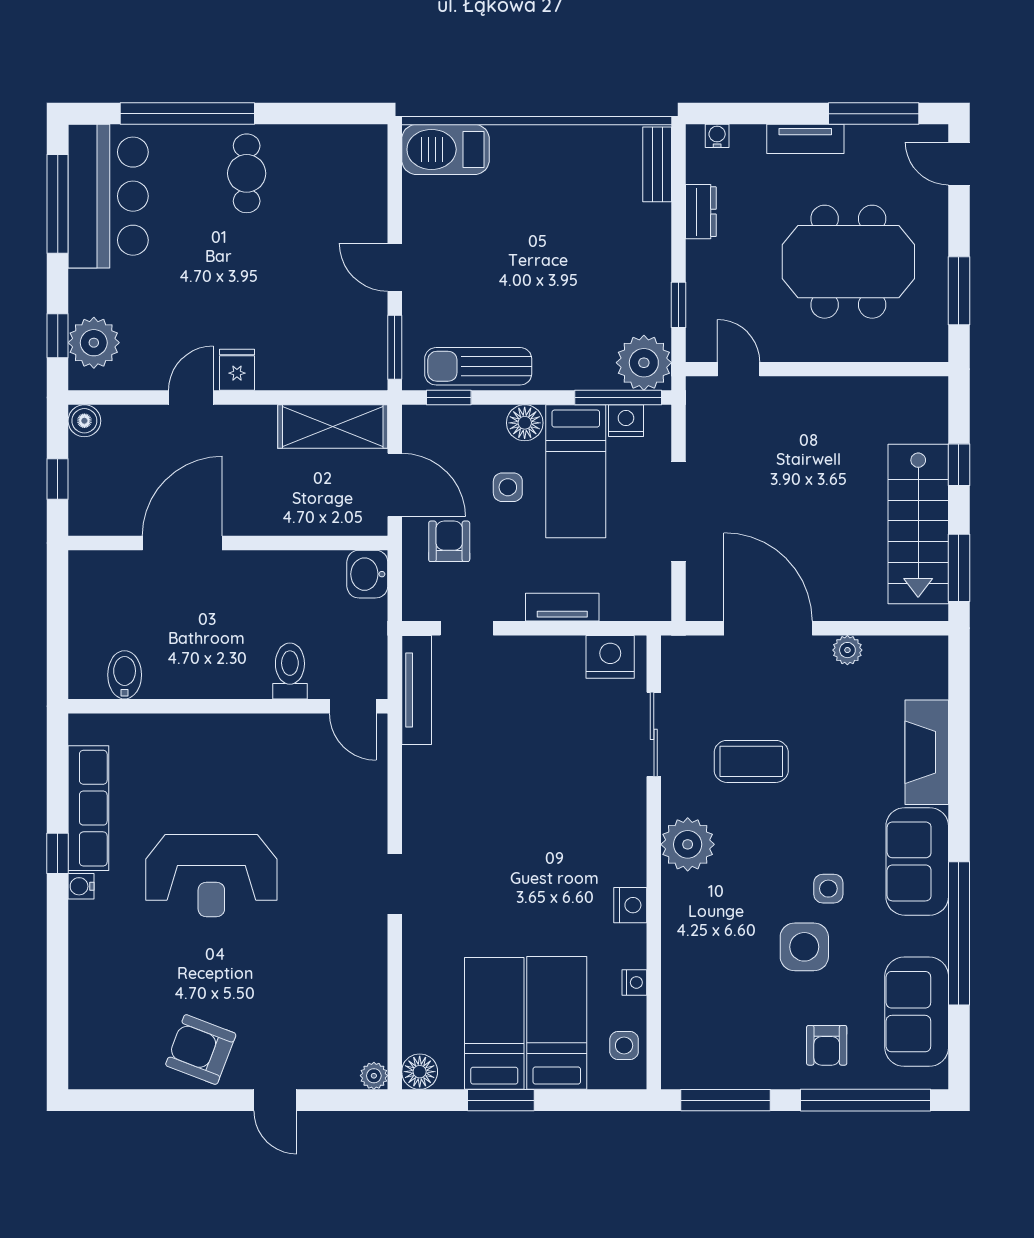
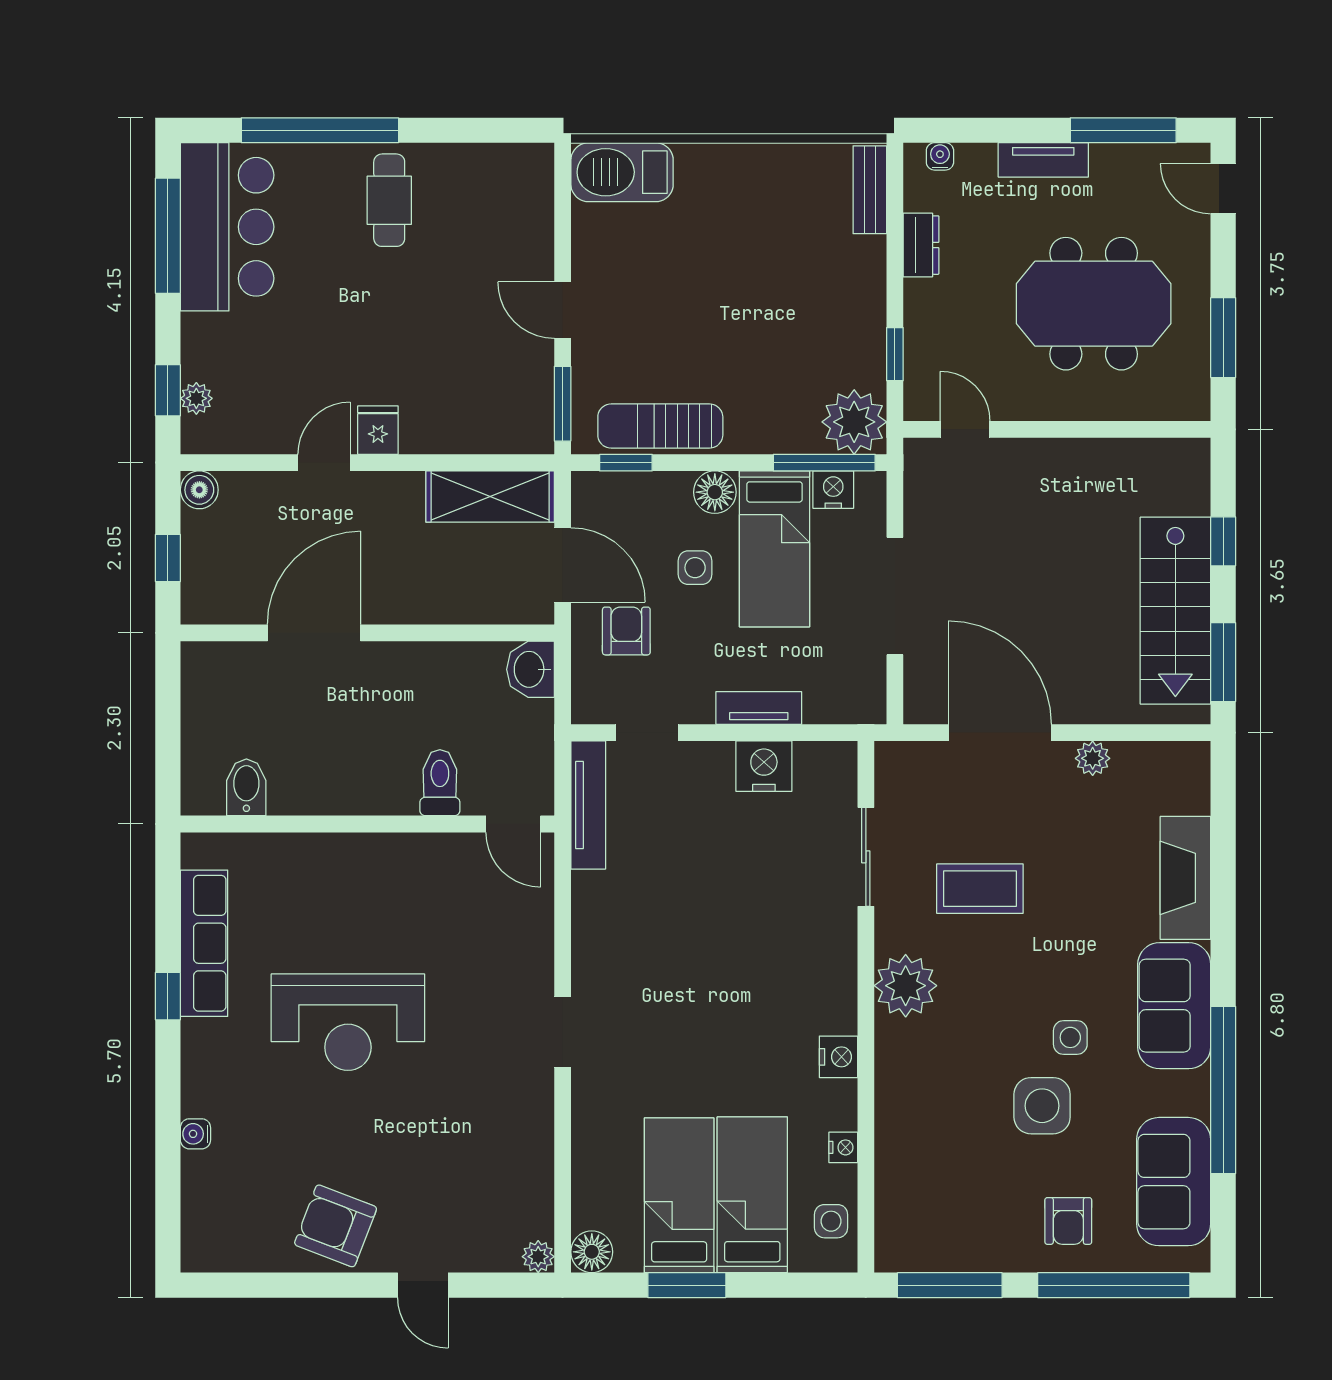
plant: (94, 343) -> (196, 398), width x0.53, depth x0.53
nightstand: (610, 657) -> (764, 766), moved
water cooler: (81, 886) -> (195, 1134), moved

